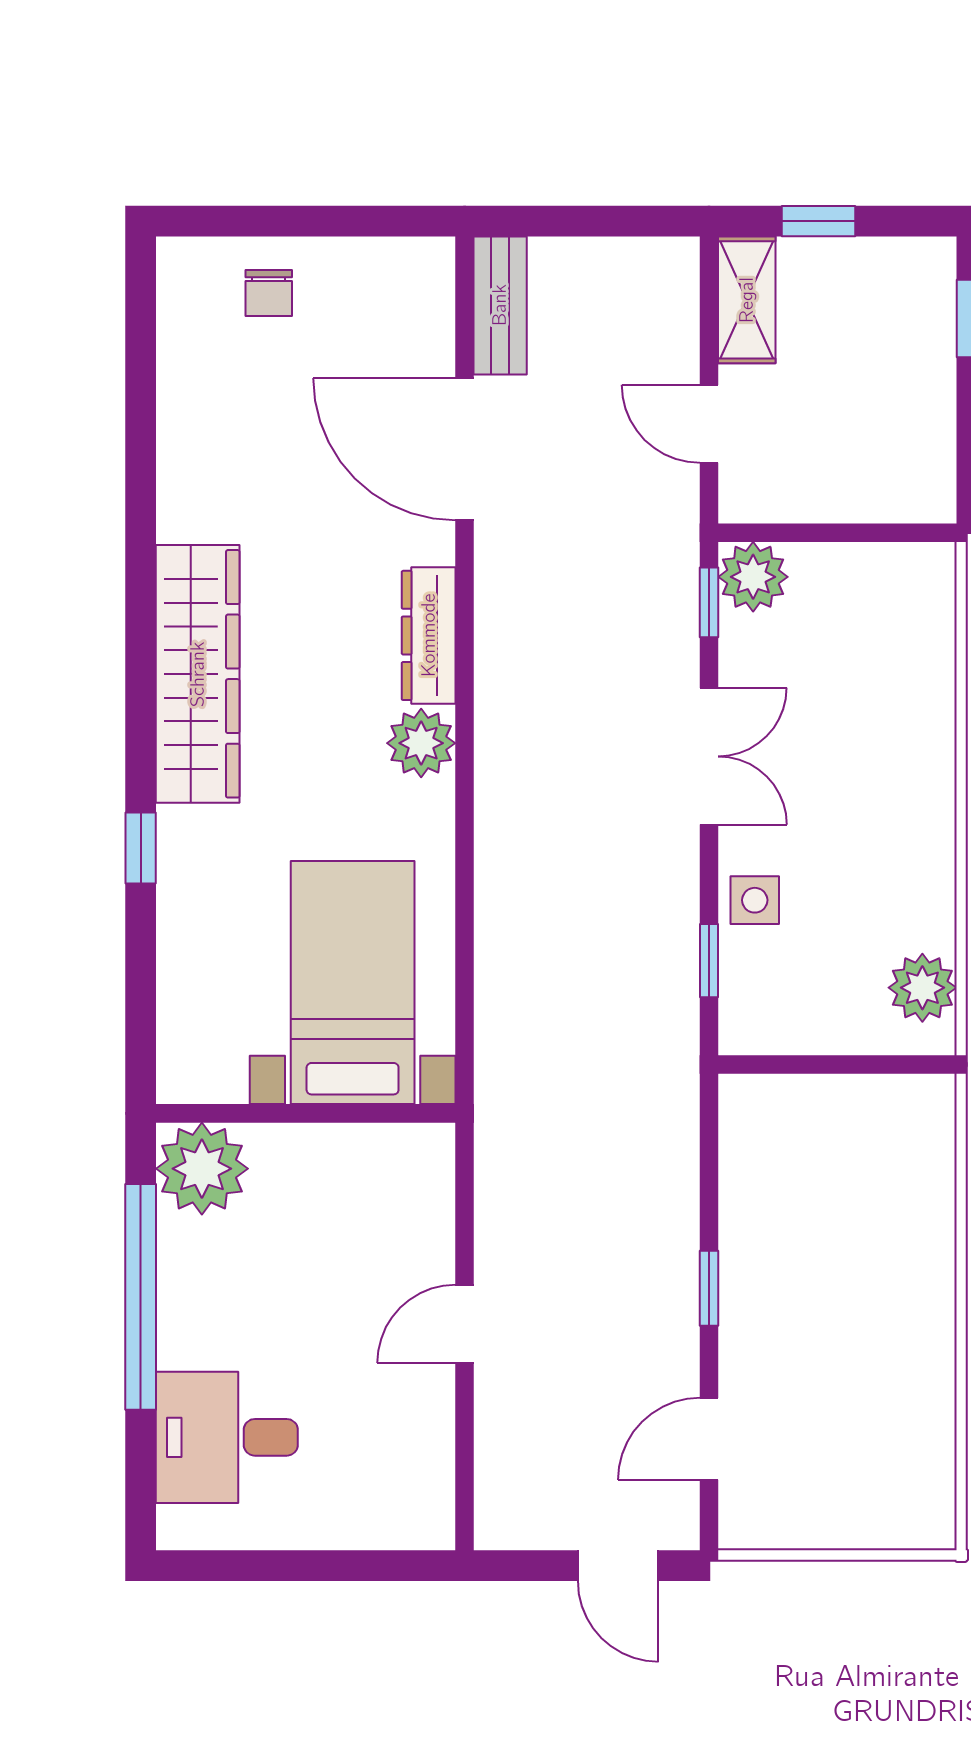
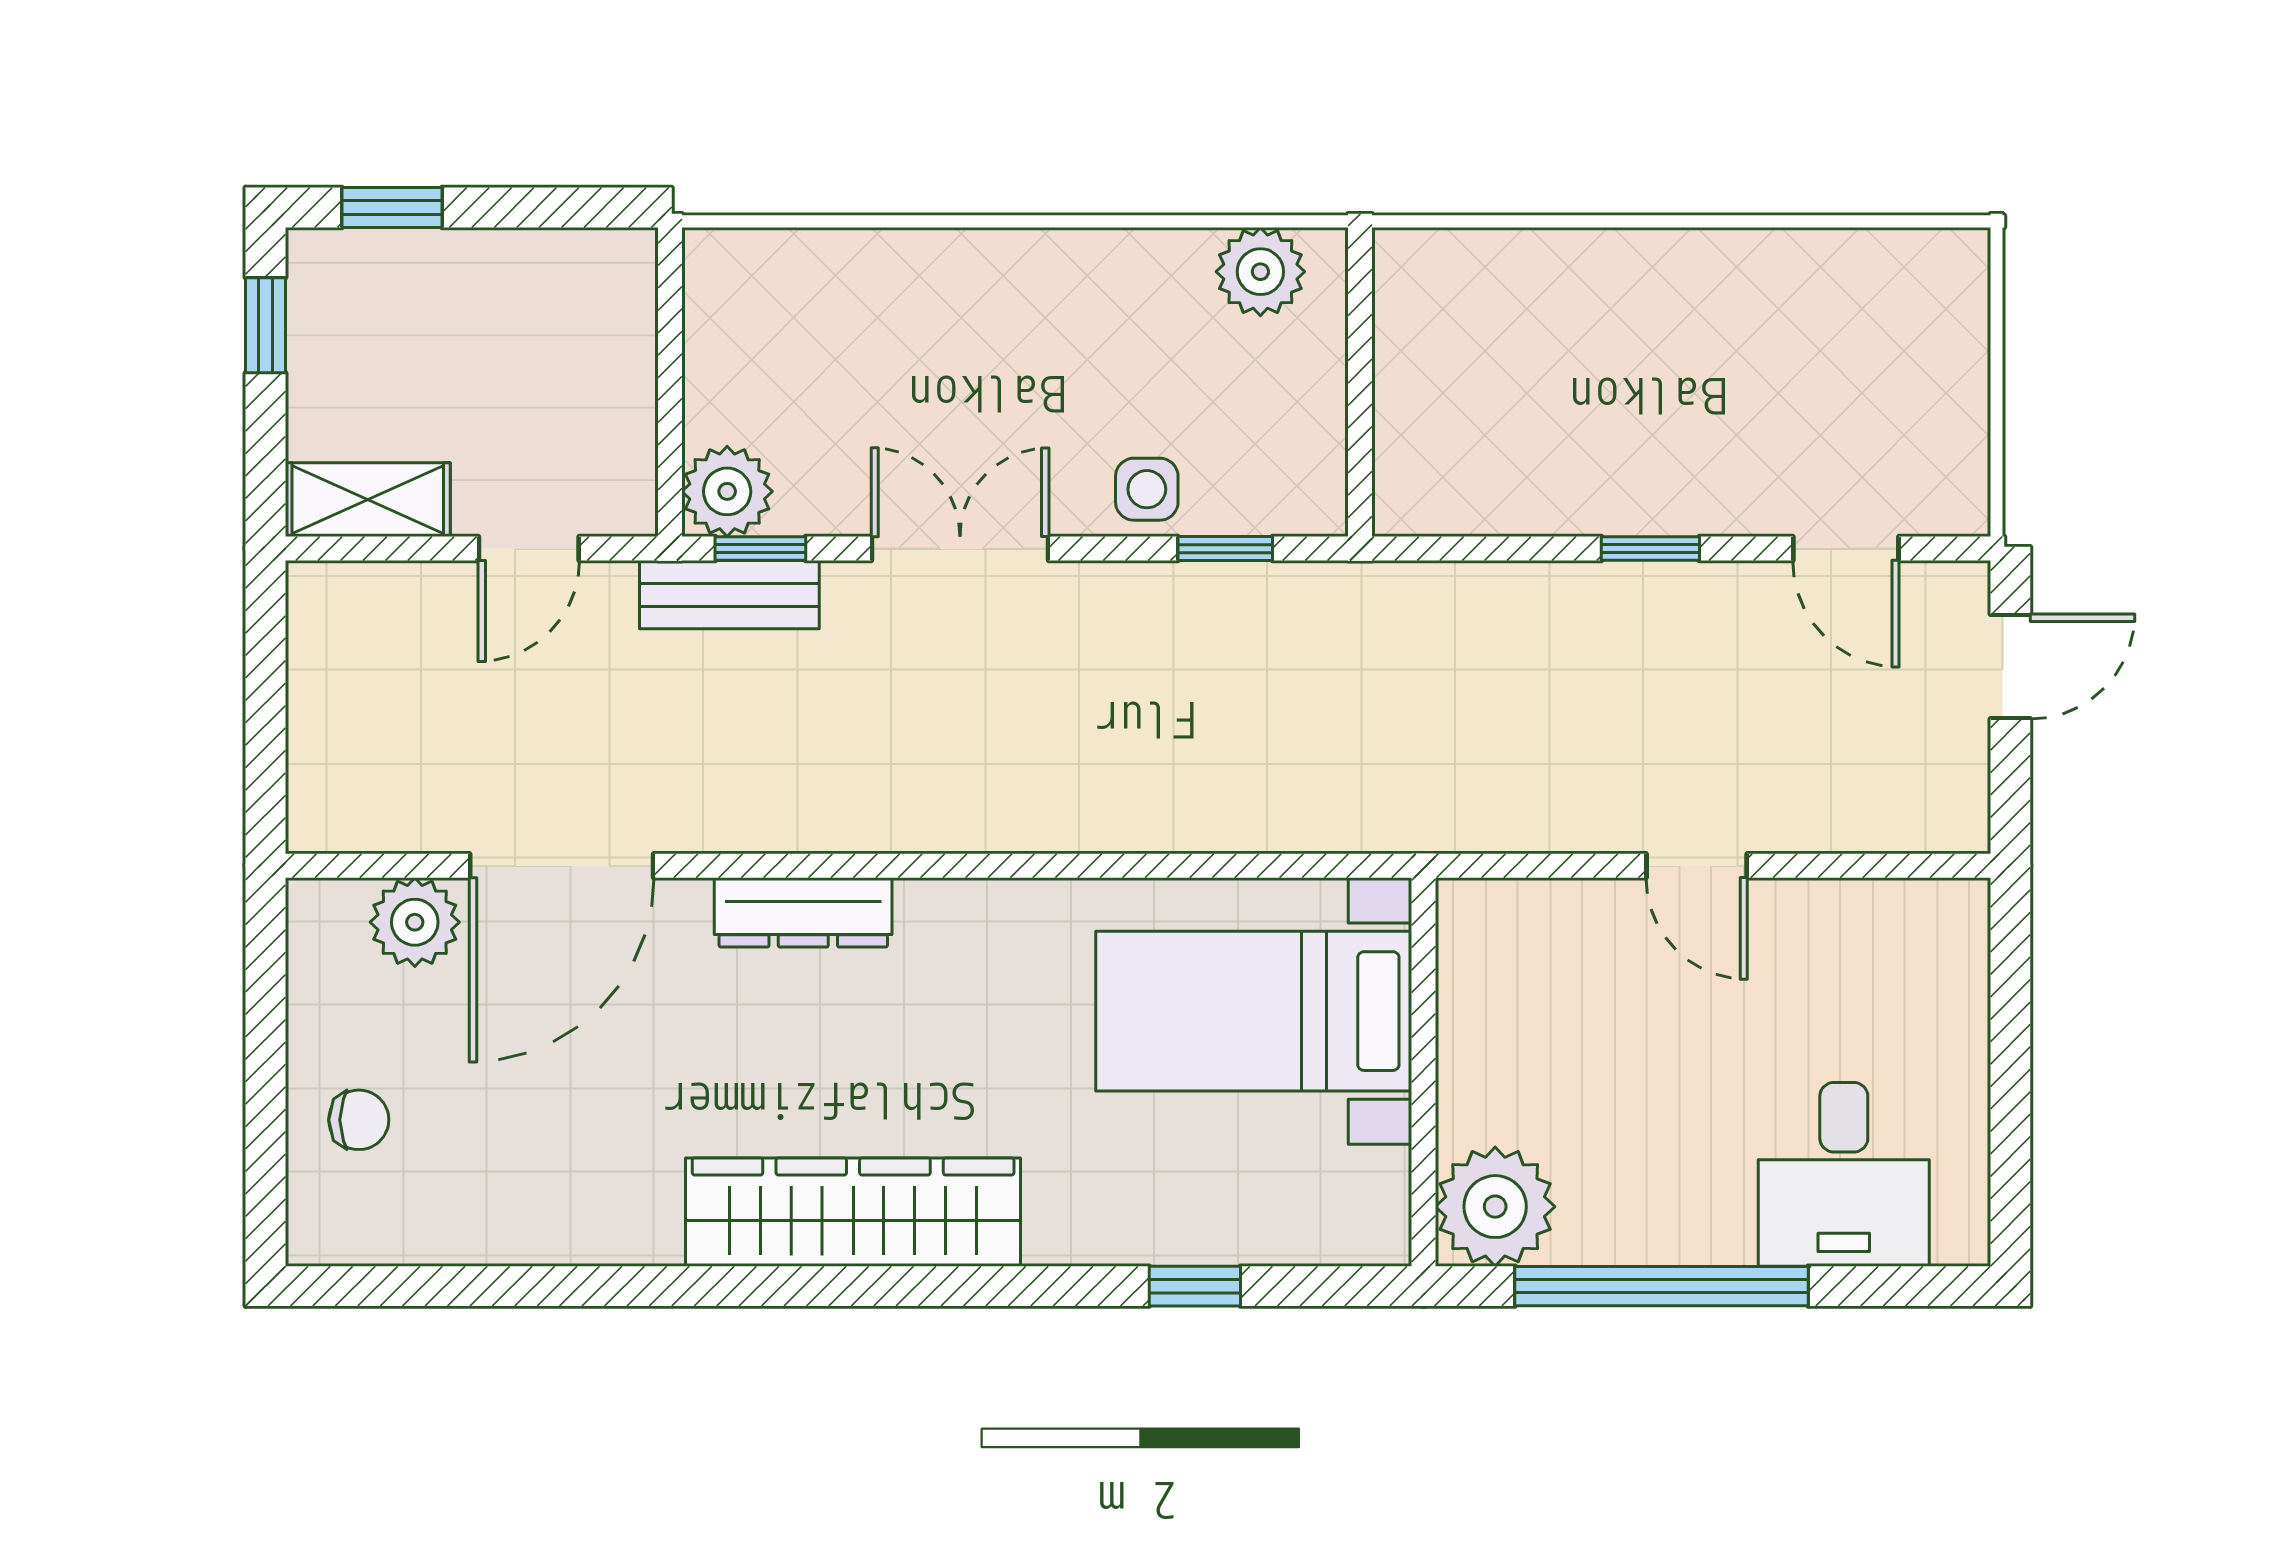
window: (819, 221) -> (266, 325), moved
bench: (500, 305) -> (729, 595), moved
plant: (421, 743) -> (415, 922), moved
window: (141, 848) -> (1195, 1286), moved

